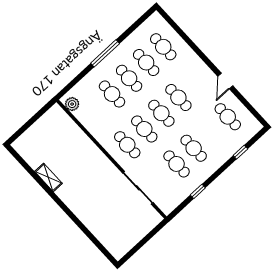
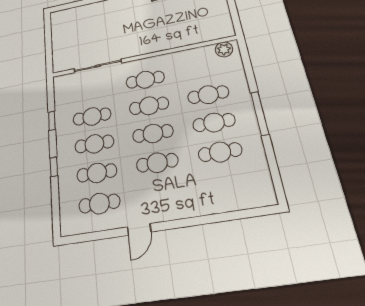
cafe table: (163, 47) -> (97, 173), moved
door: (225, 81) -> (139, 229), swing flipped
window: (240, 152) -> (54, 167), moved

